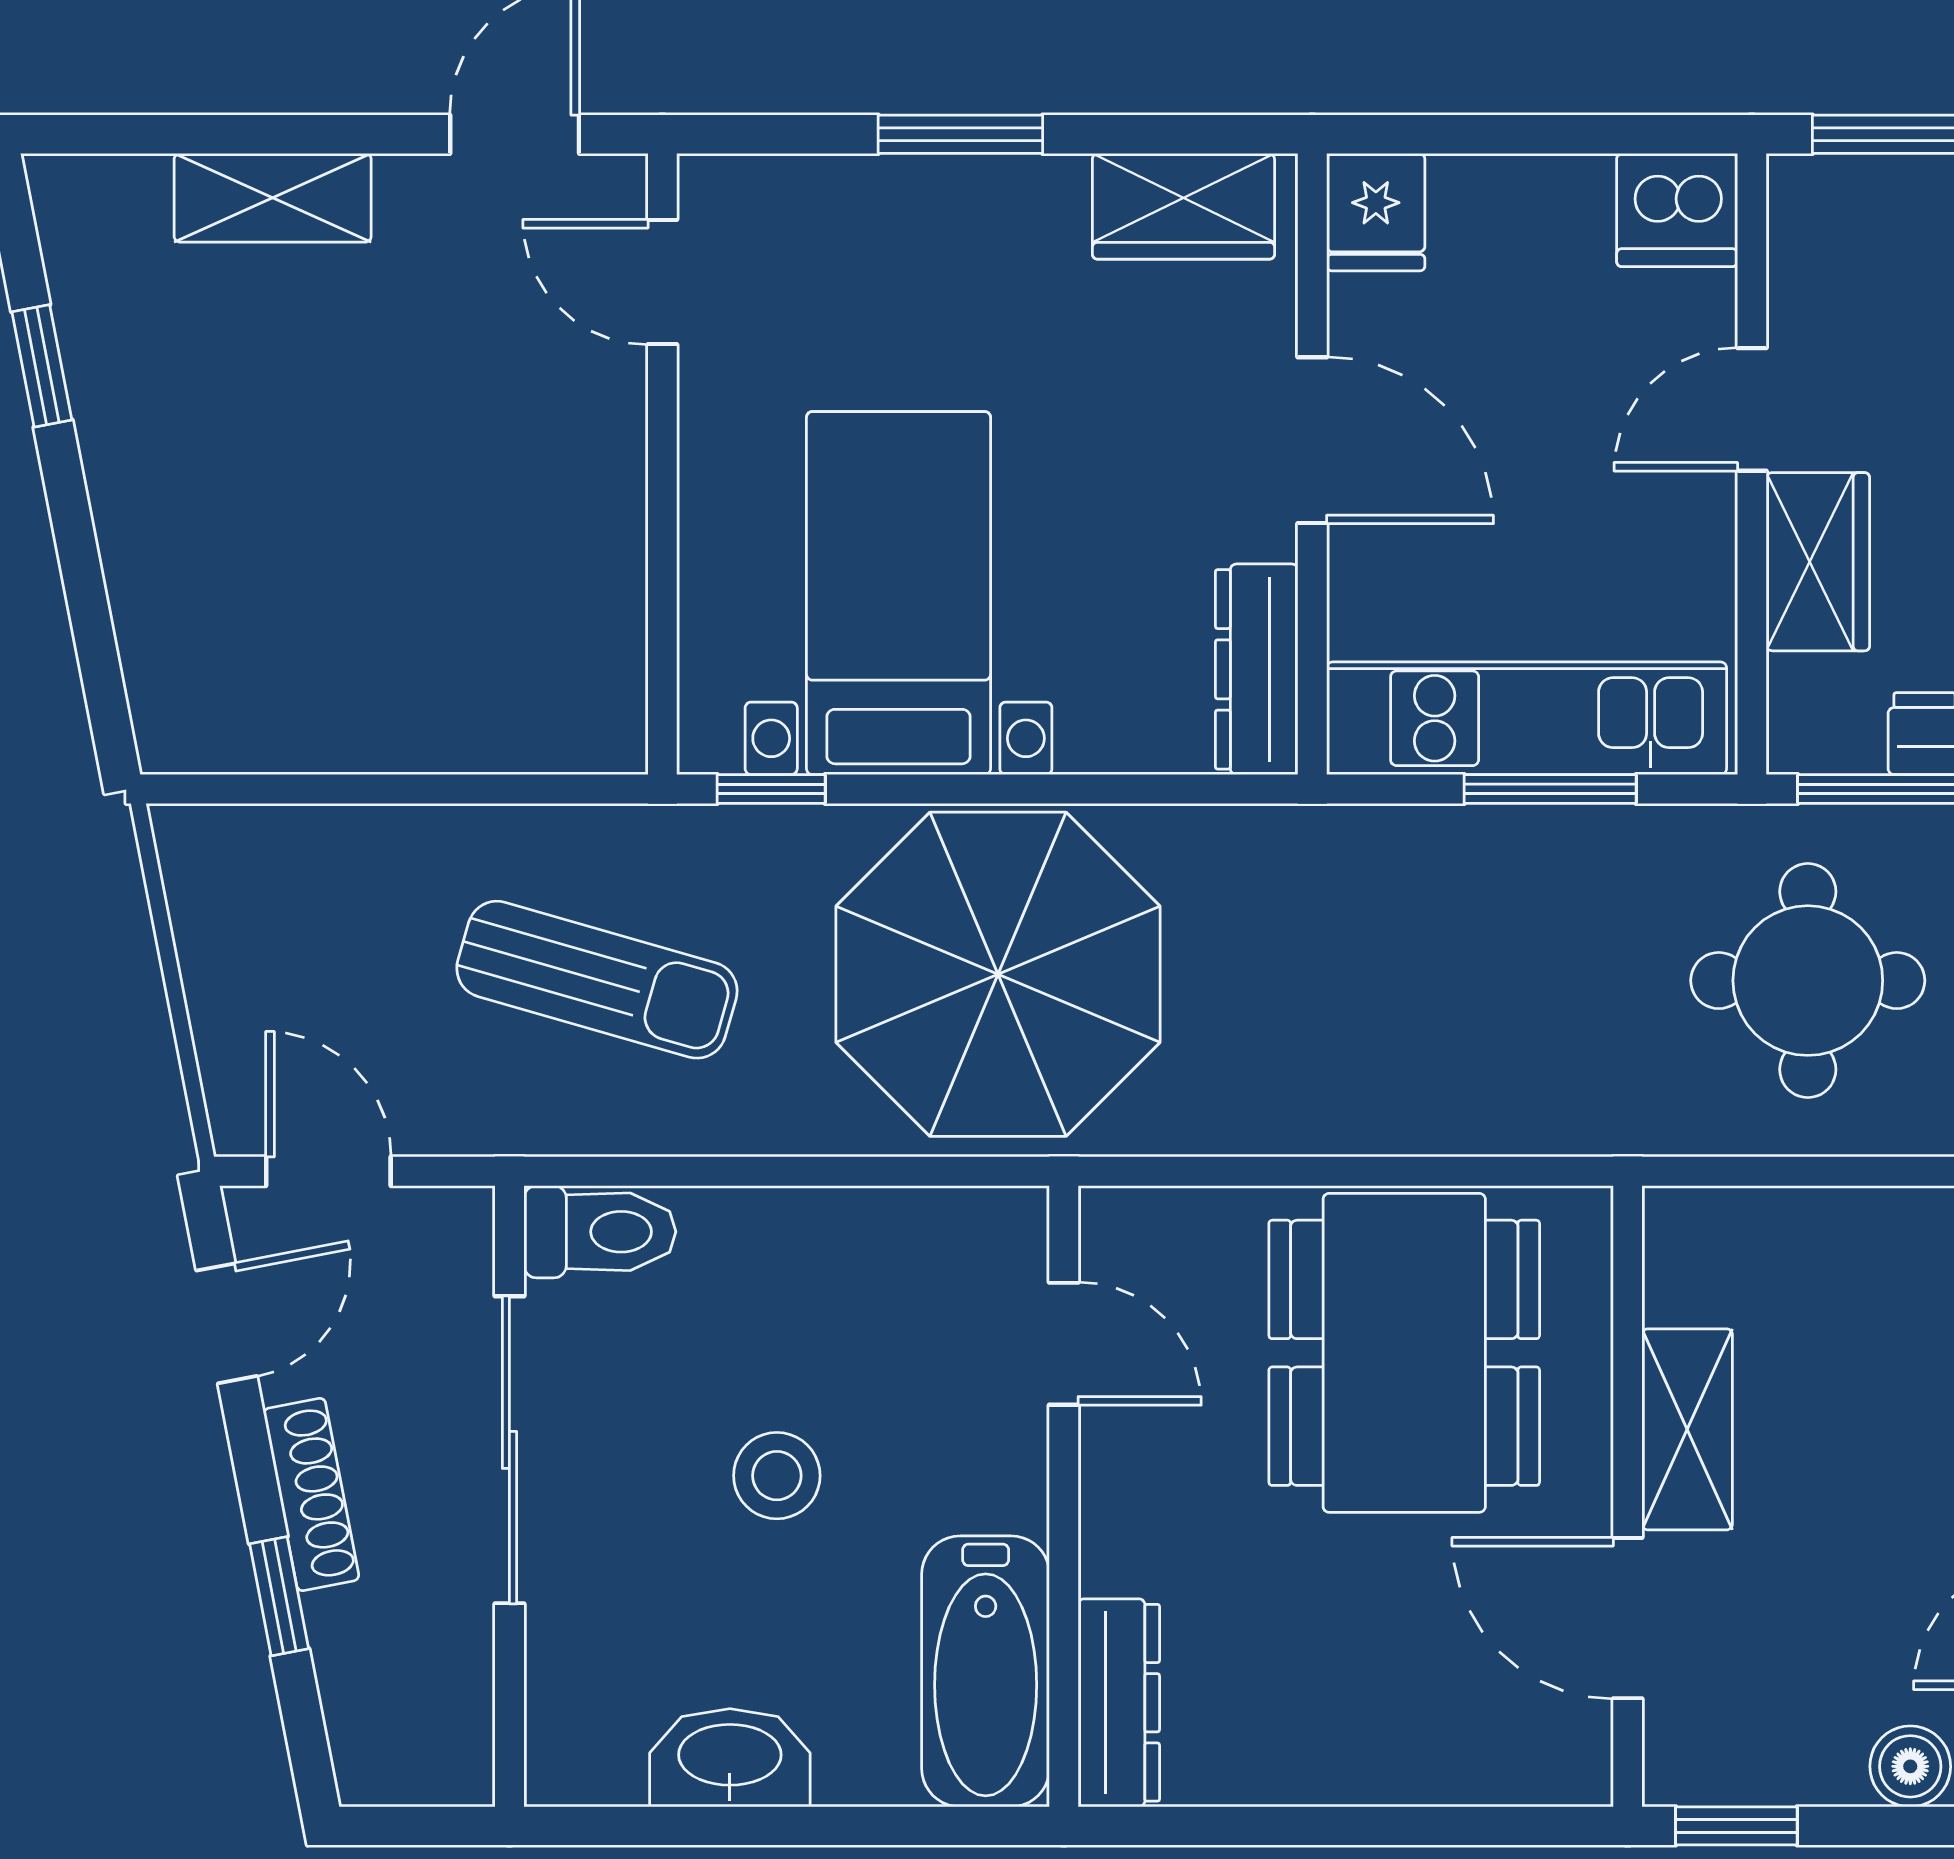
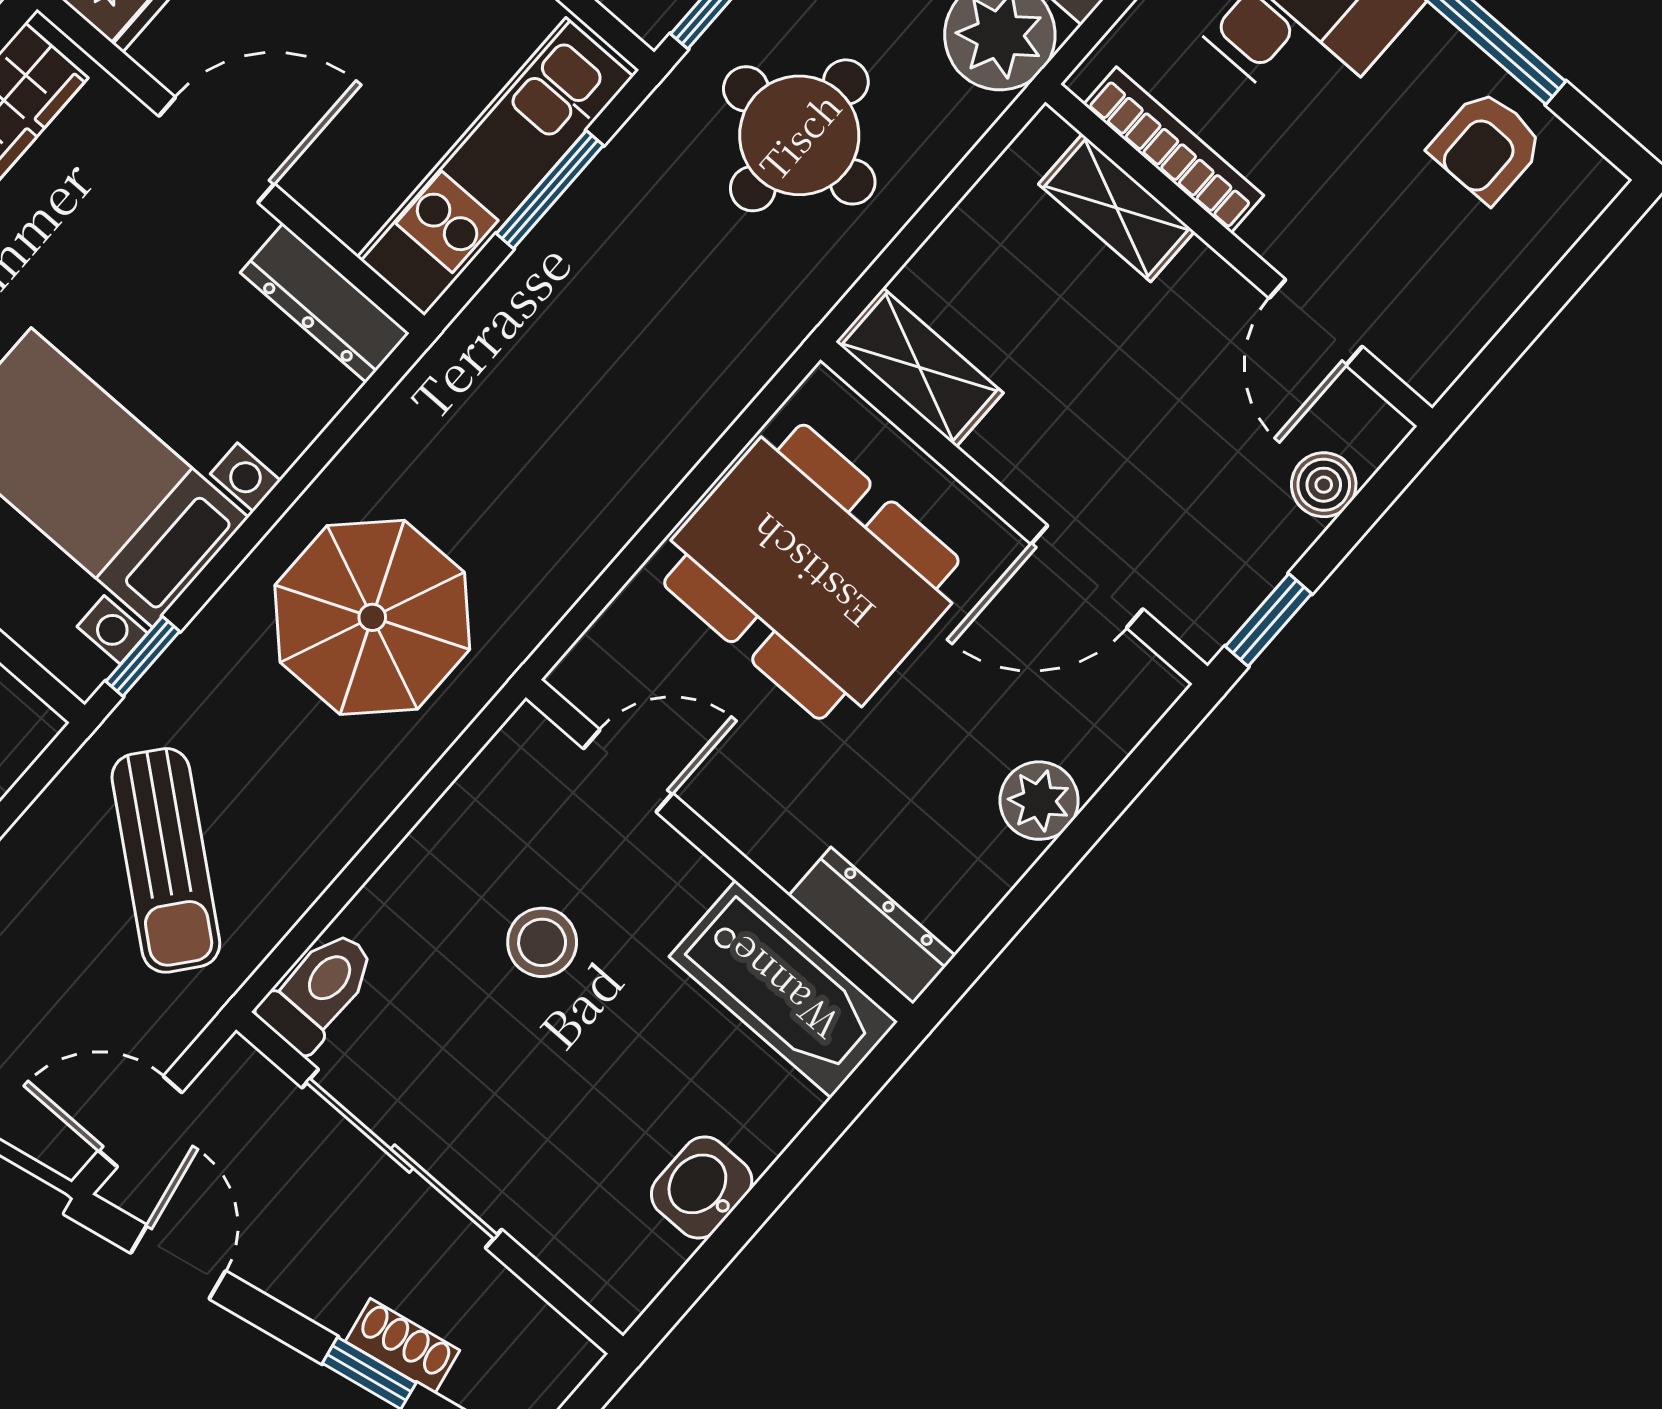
parasol: (998, 974) -> (372, 617), width x0.73, depth x0.73
sun lounger: (597, 980) -> (166, 860), turned 113
shelving: (1687, 1429) -> (919, 367), moved
stool: (777, 1476) -> (542, 942), moved
shoe rack: (311, 1495) -> (403, 1346), moved, width x0.70
washbasin: (730, 1758) -> (702, 1187), width x0.72
plant: (1376, 1758) -> (1039, 801), added

